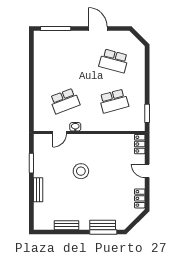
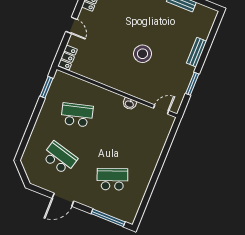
door: (98, 29) -> (63, 200), hinge flipped
school desk: (65, 101) -> (112, 179), moved
door: (60, 132) -> (161, 109), moved

